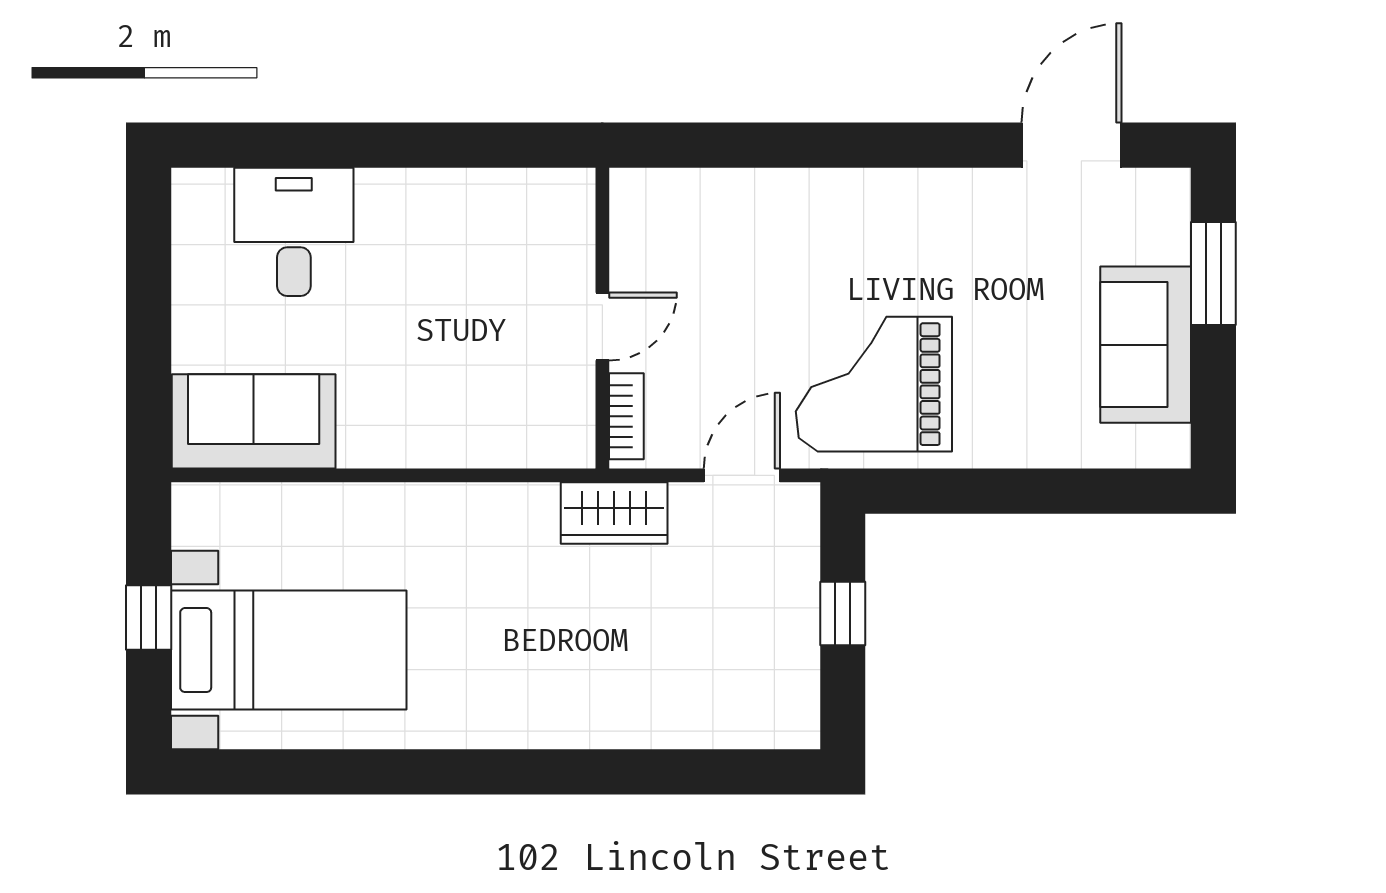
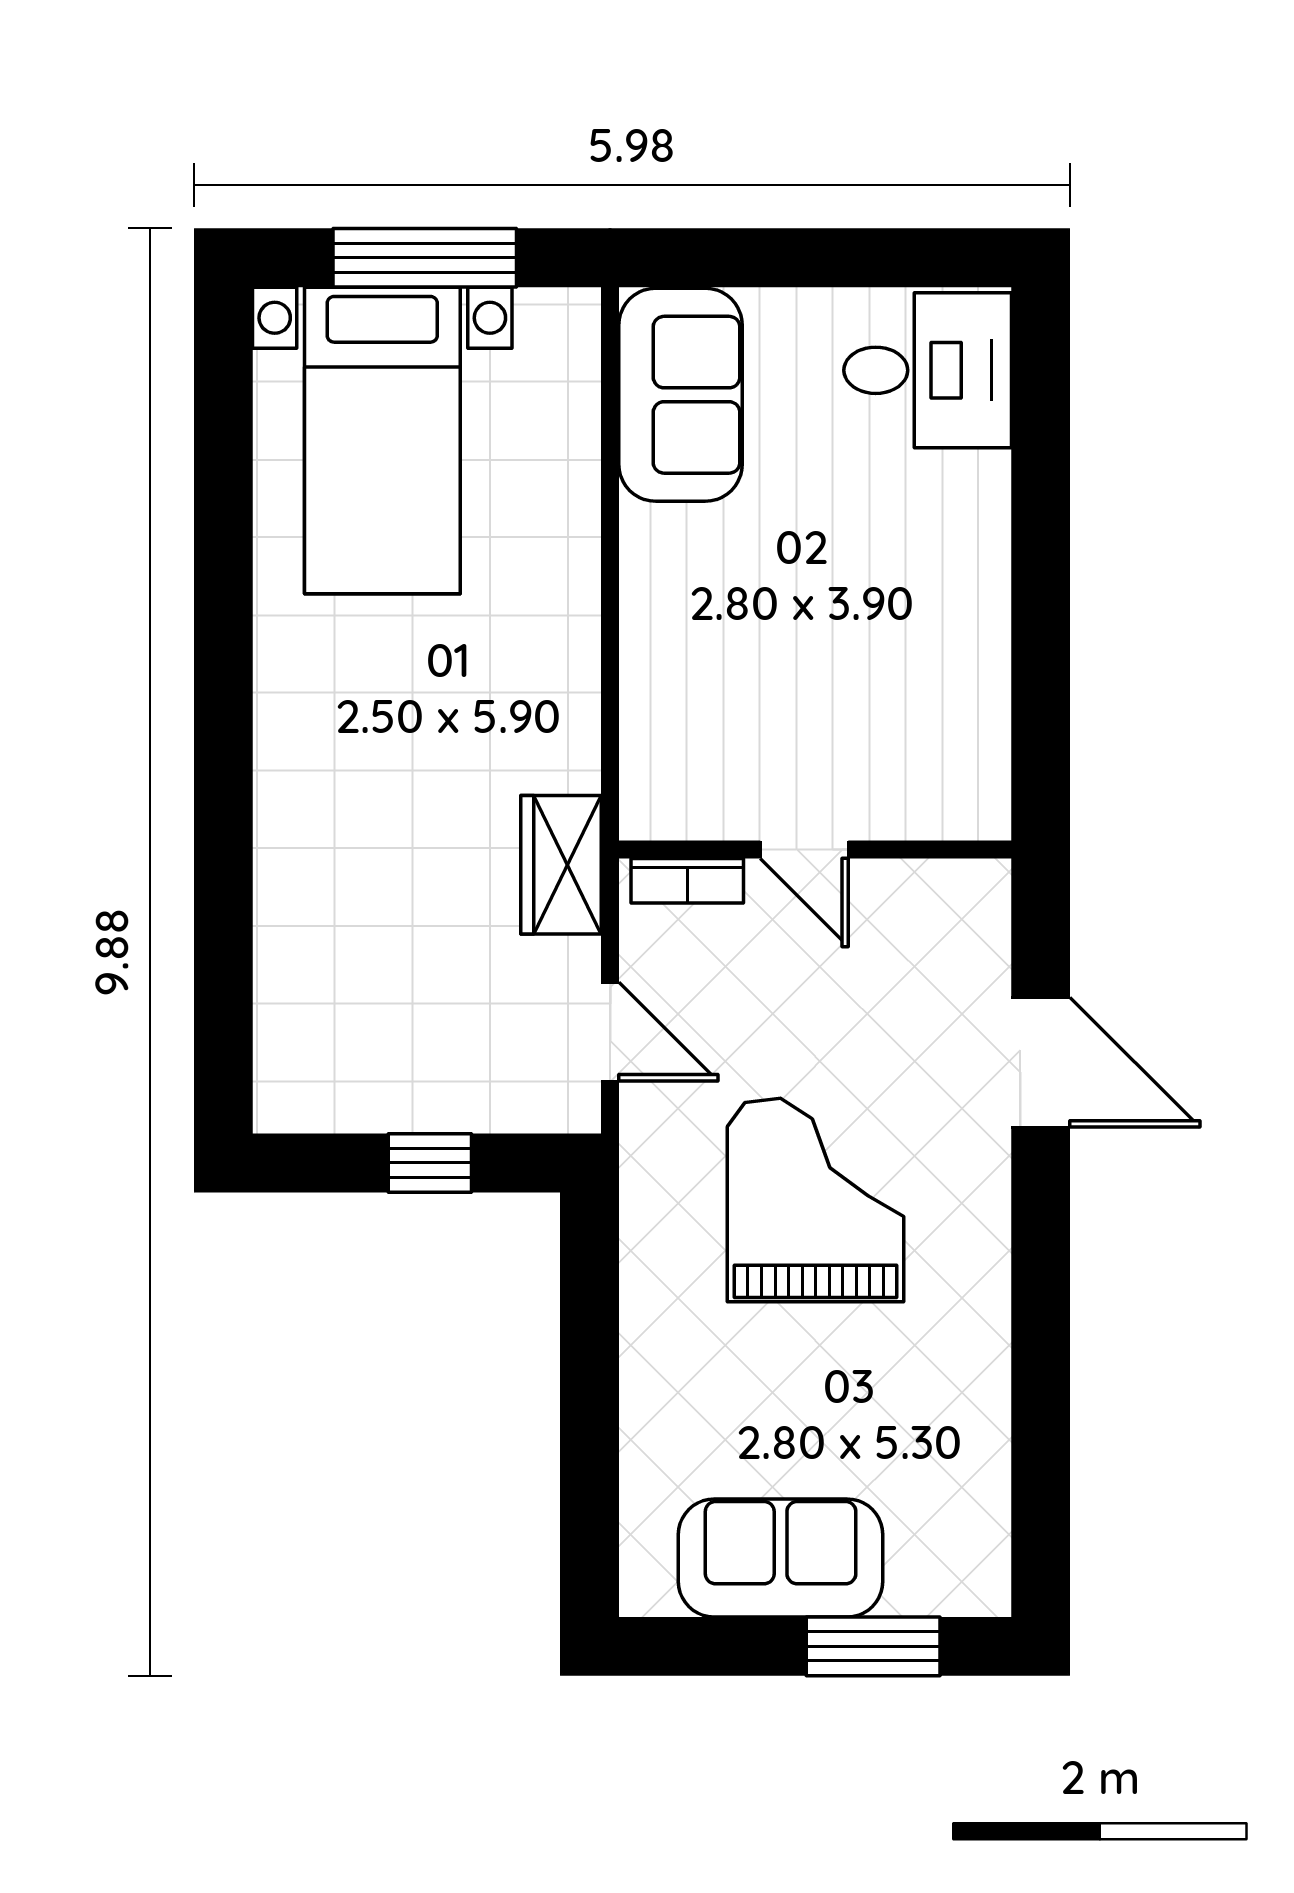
door: (1072, 145) -> (1041, 1062), moved
desk: (294, 232) -> (928, 370), moved
grand piano: (874, 384) -> (816, 1200), moved
window: (149, 618) -> (425, 258), width x2.17

